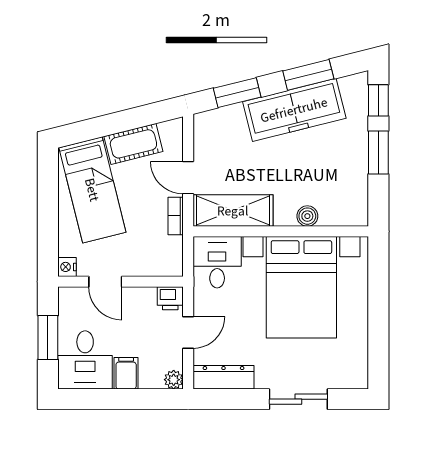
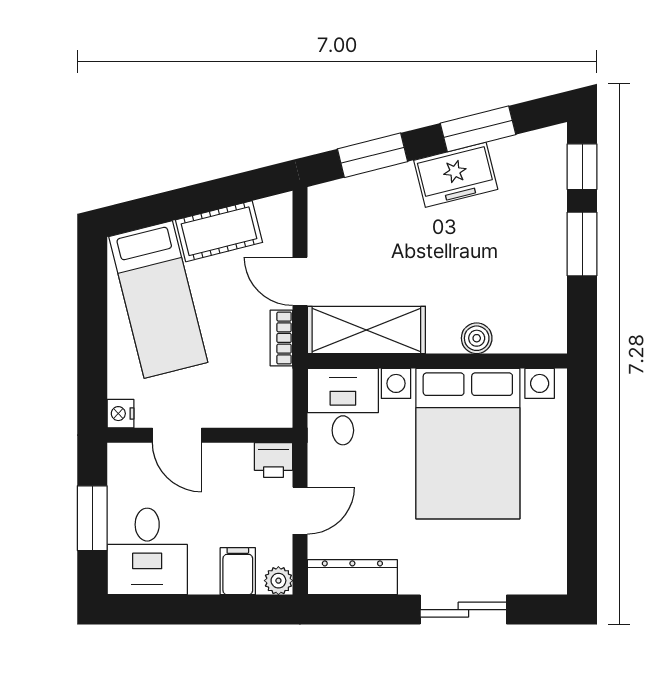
freezer: (294, 110) -> (456, 175), width x0.52, depth x0.79
filing cabinet: (126, 373) -> (238, 571), moved

